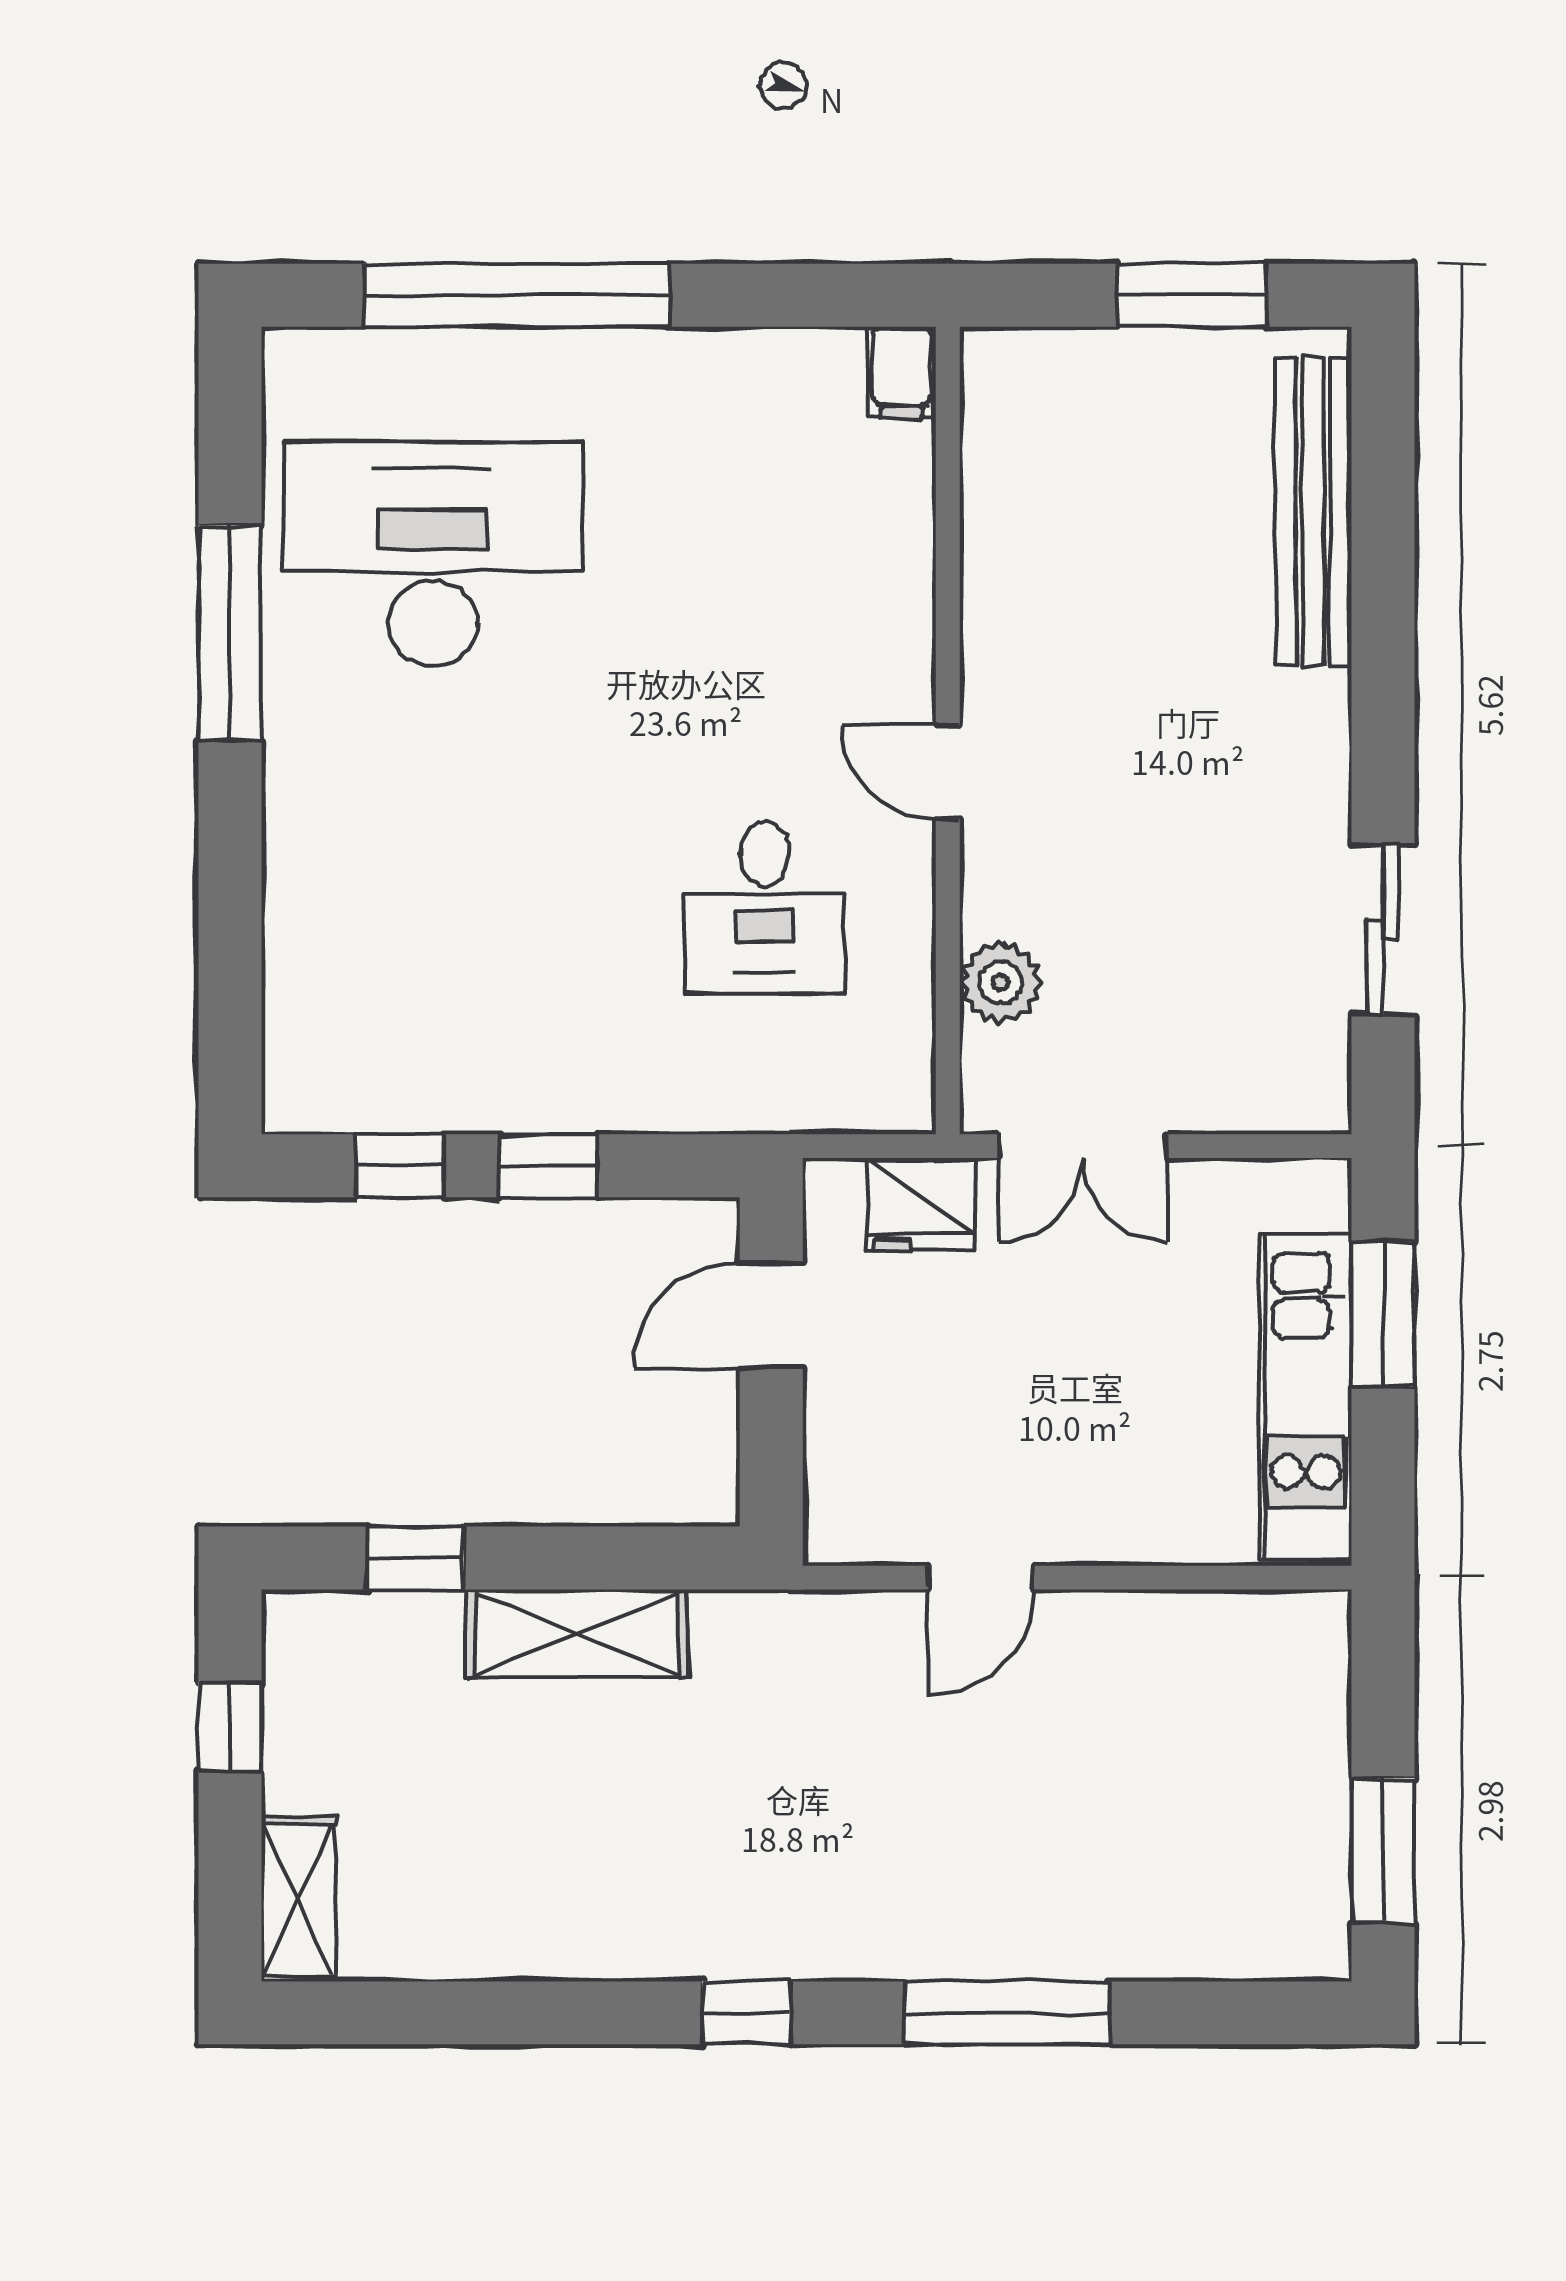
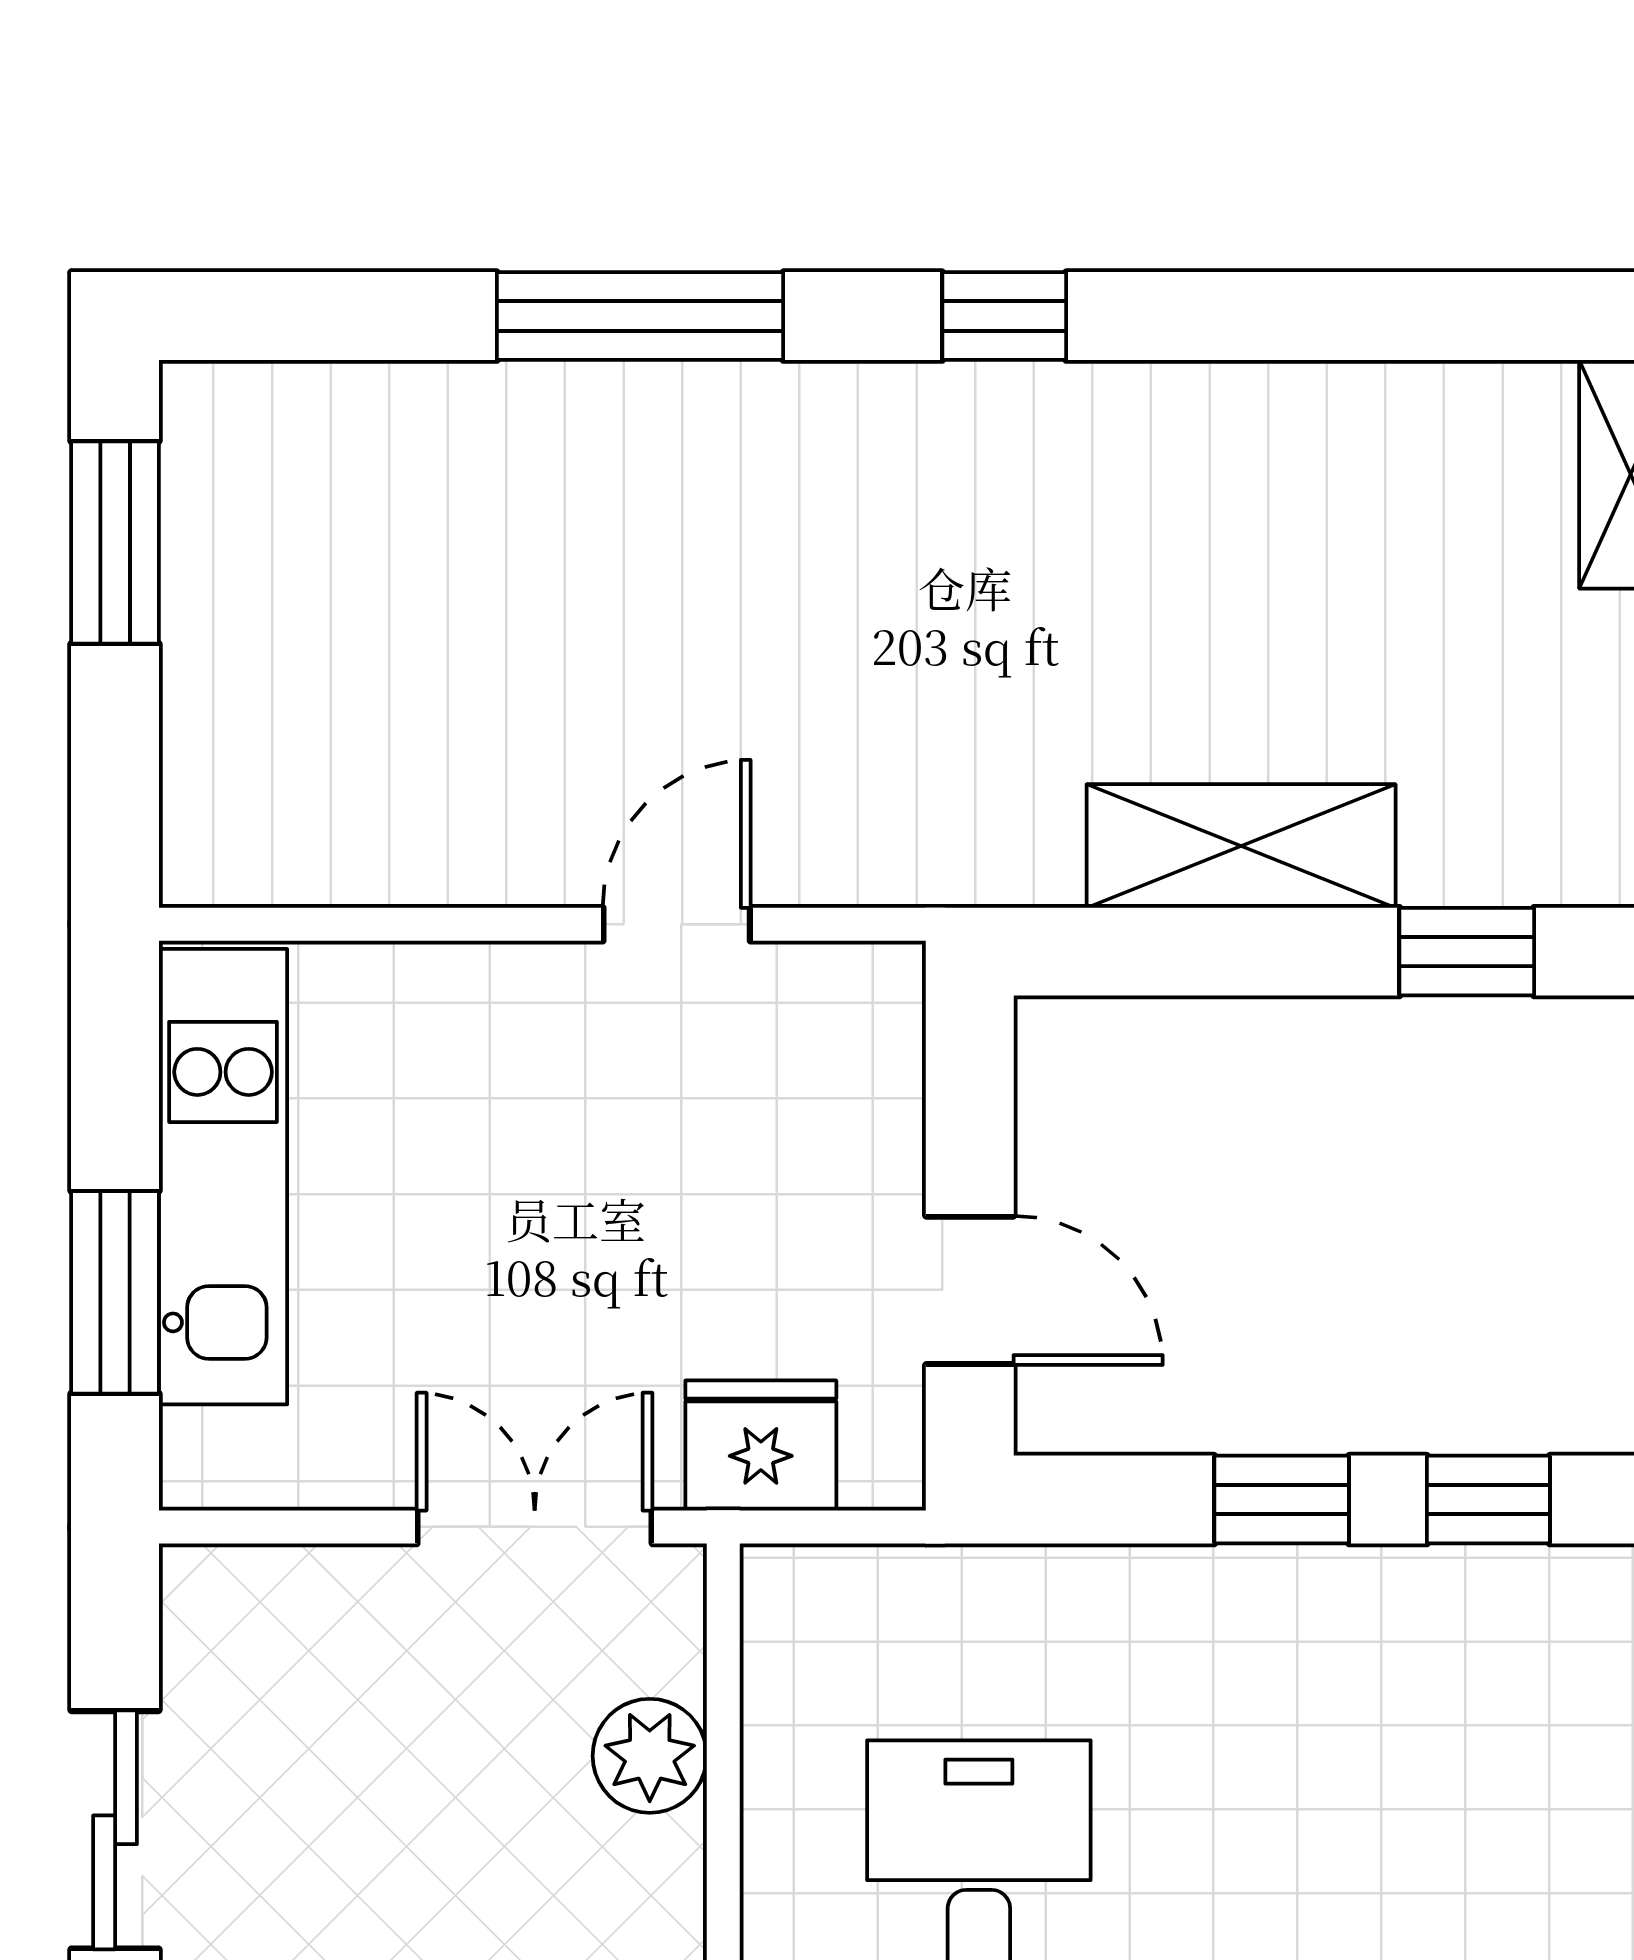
door: (771, 1316) -> (970, 1290), hinge flipped

